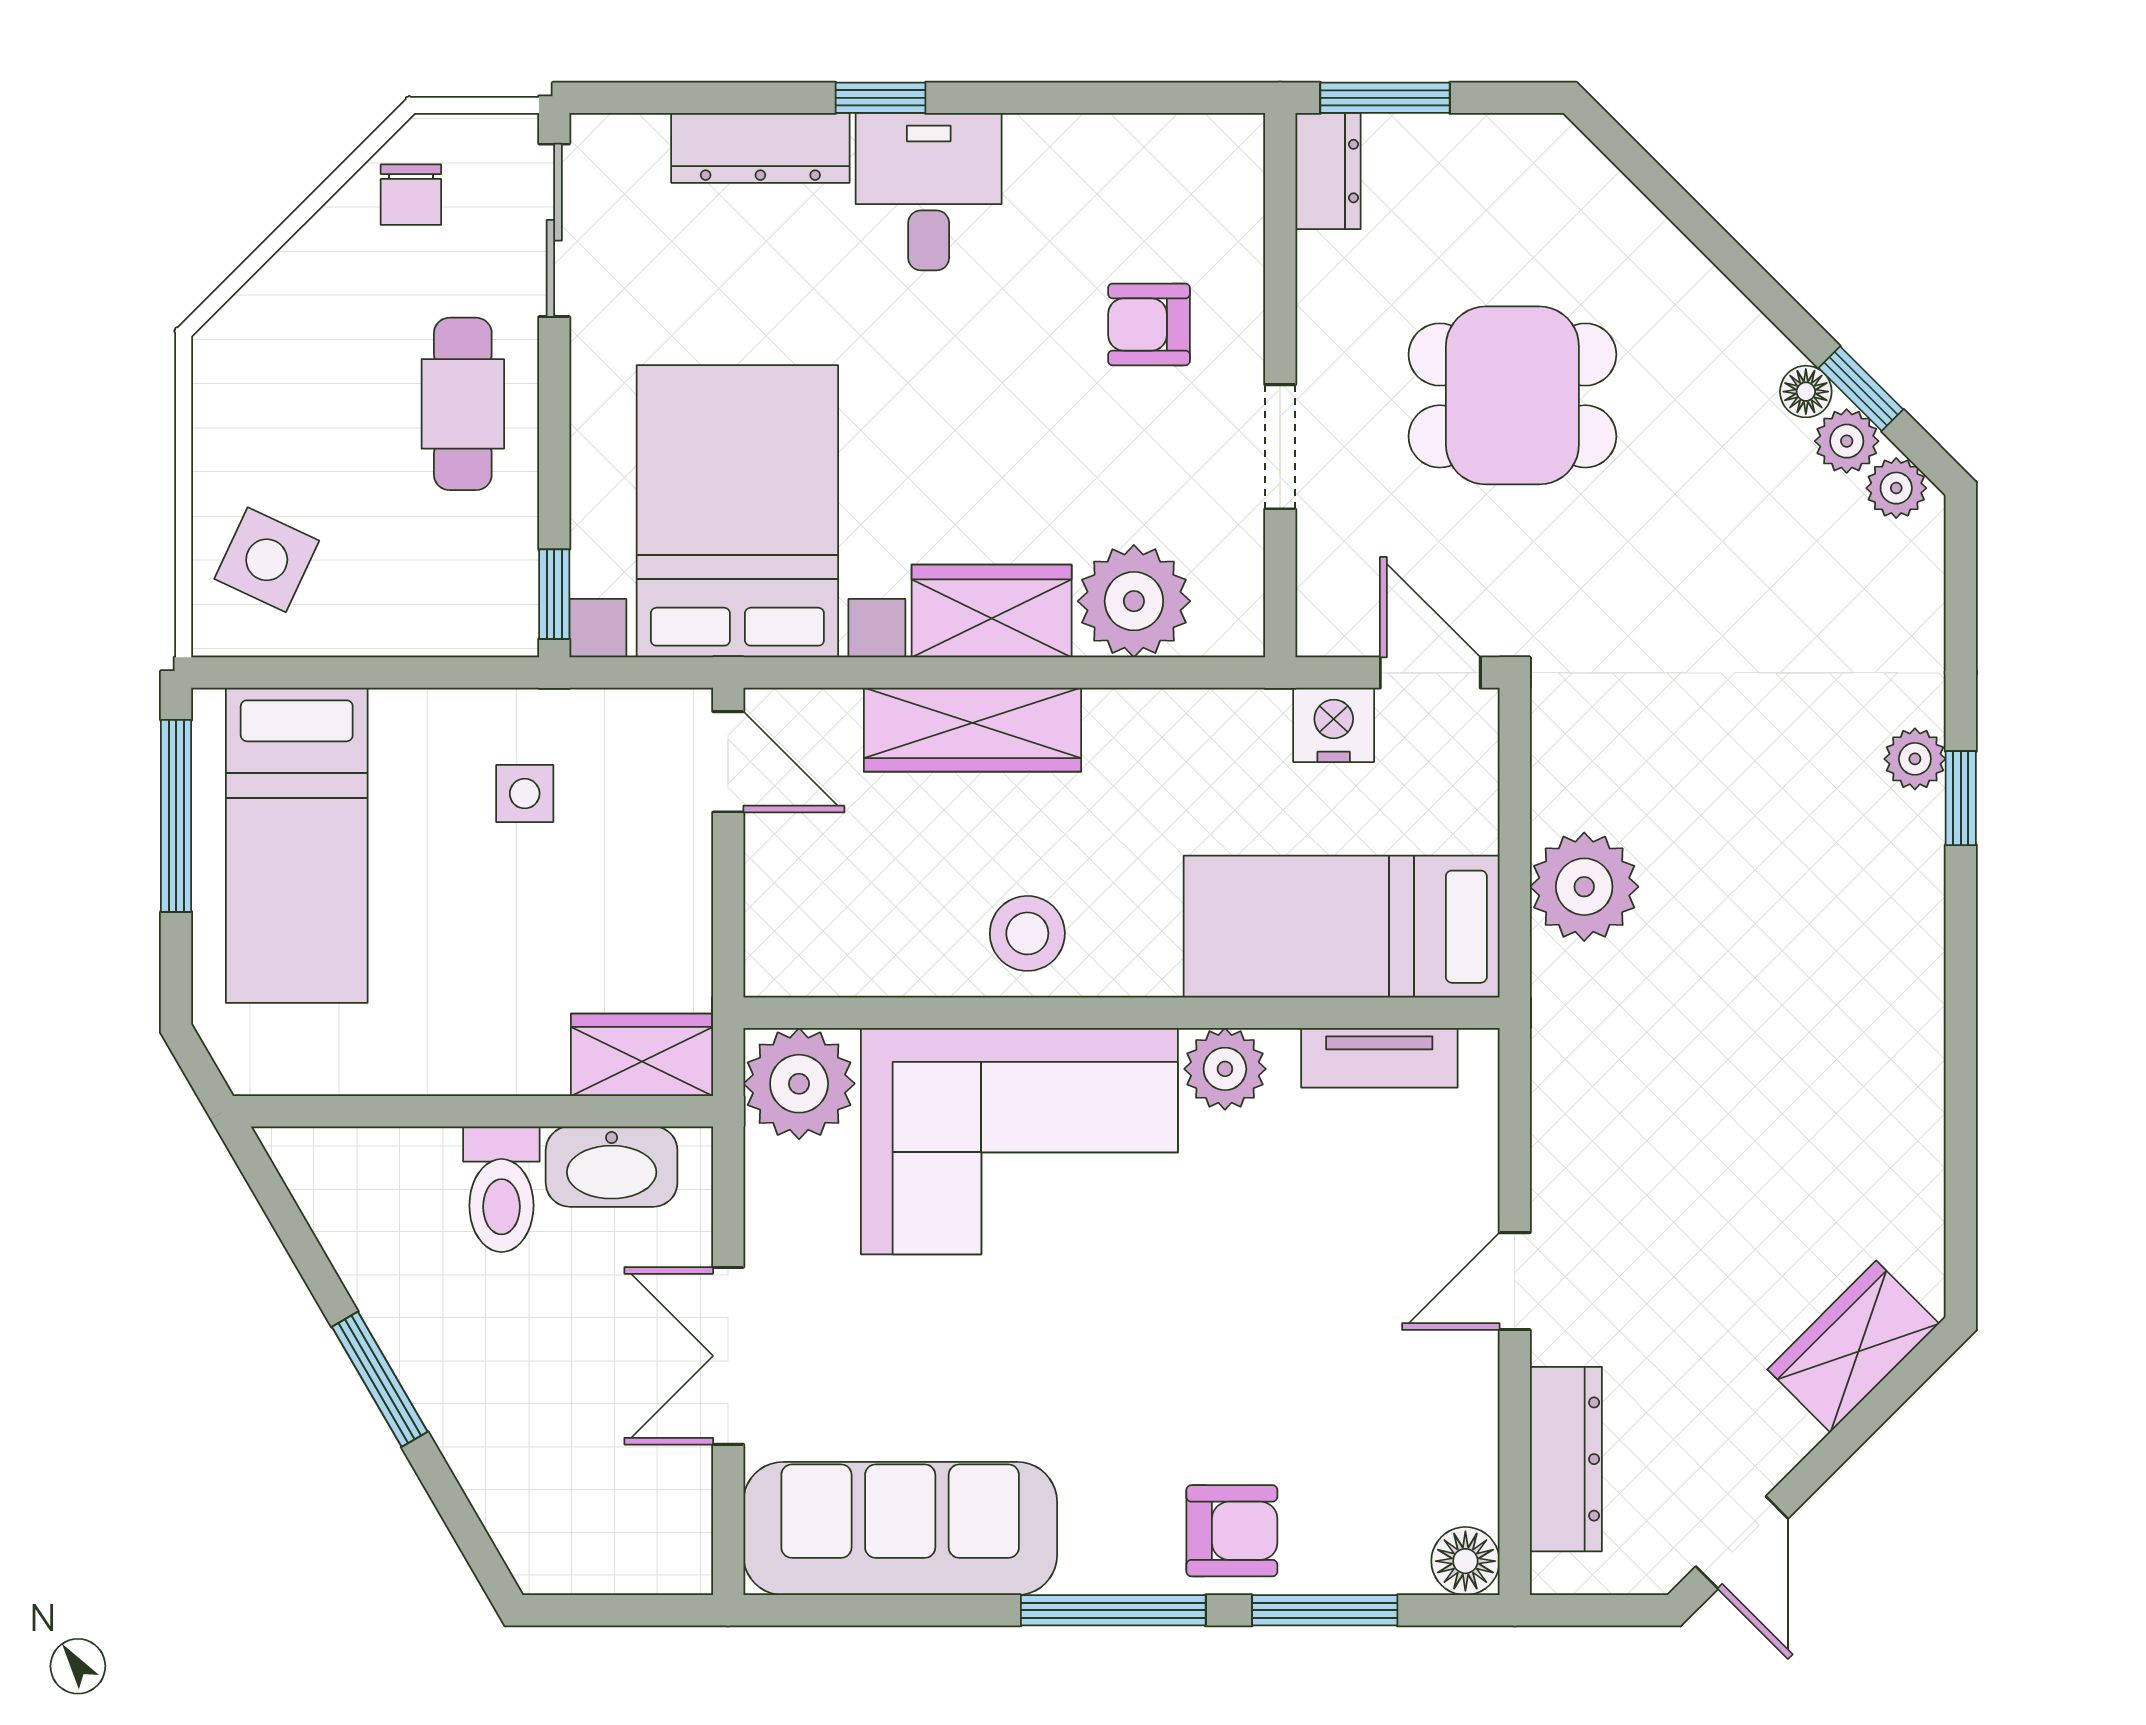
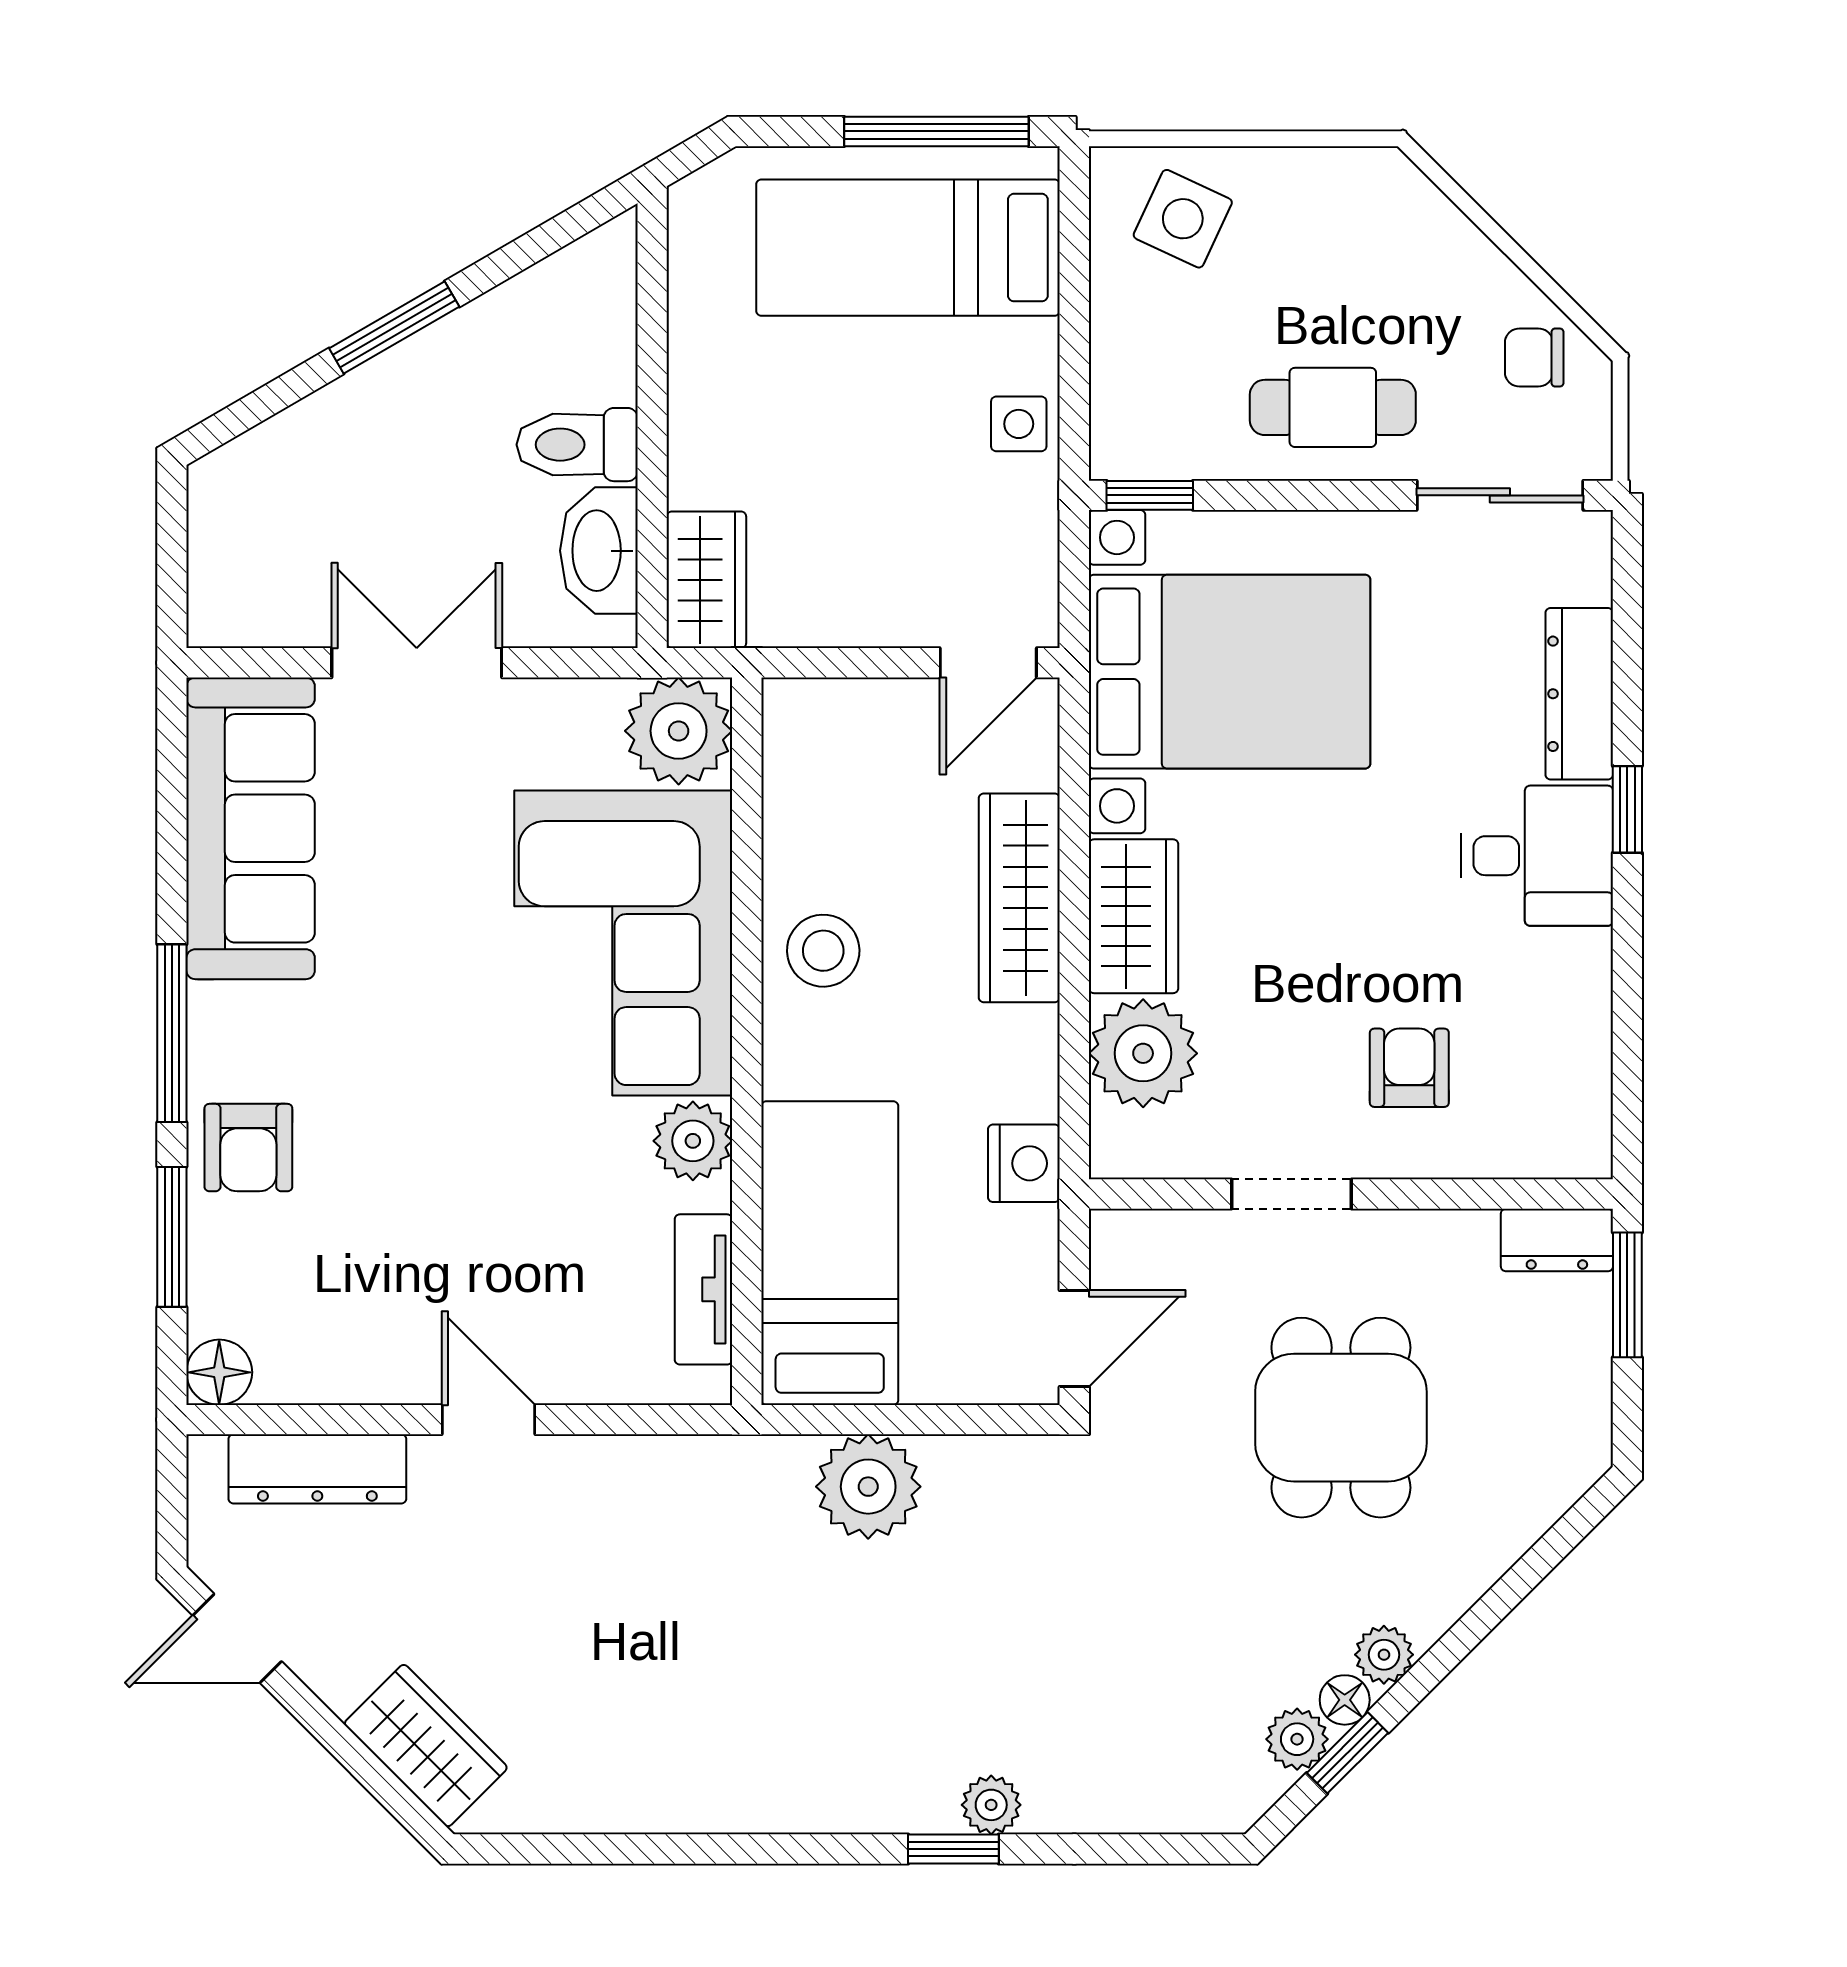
plant: (1896, 488) -> (1384, 1655), moved
nightstand: (1334, 725) -> (1024, 1163), moved
side table: (525, 794) -> (1019, 424), moved

